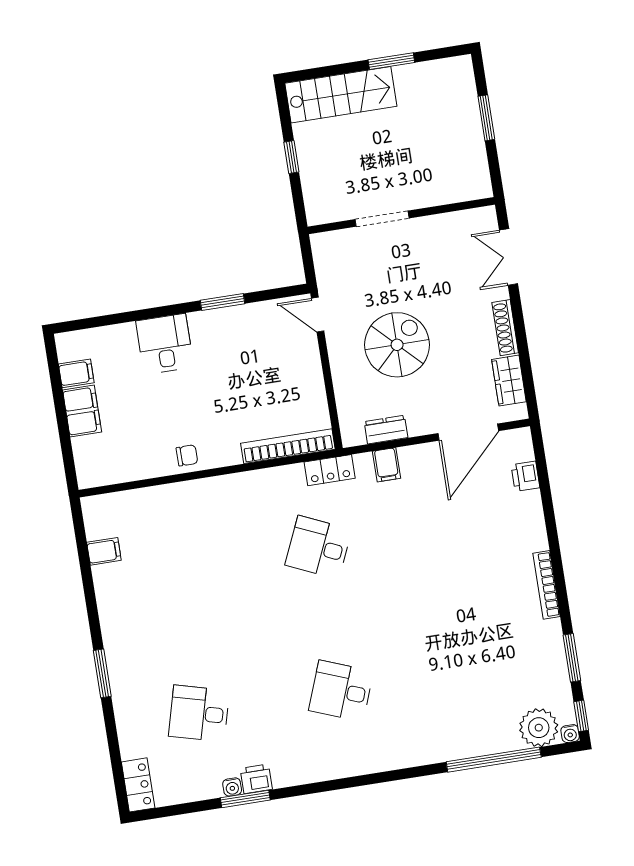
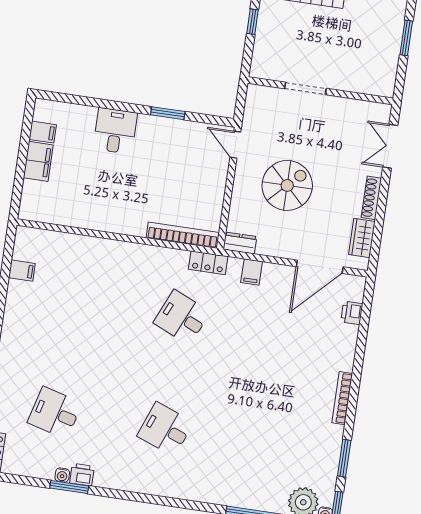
dresser: (386, 430) -> (240, 243), moved
chair: (187, 455) -> (106, 219), removed

